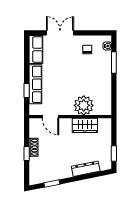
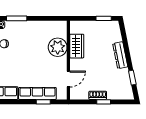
dresser: (86, 169) -> (120, 55), moved

